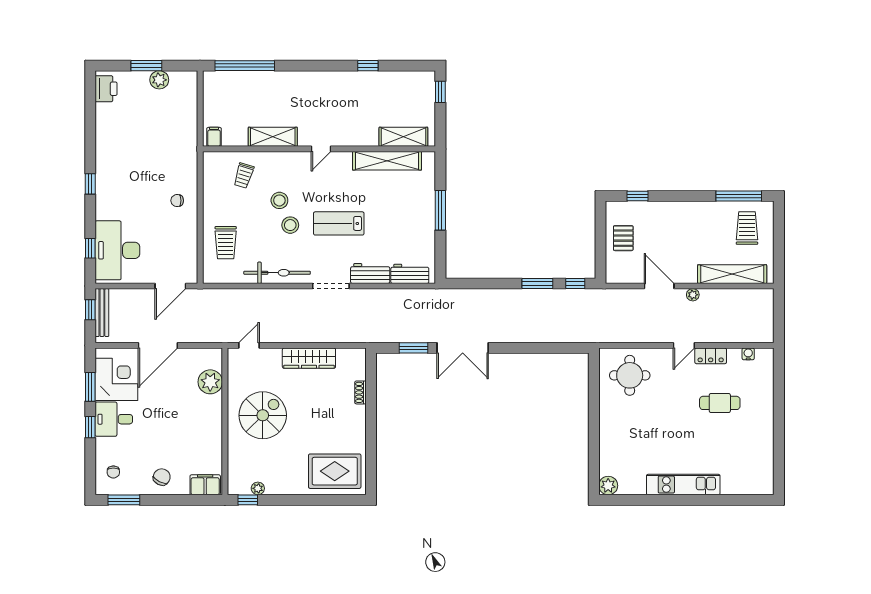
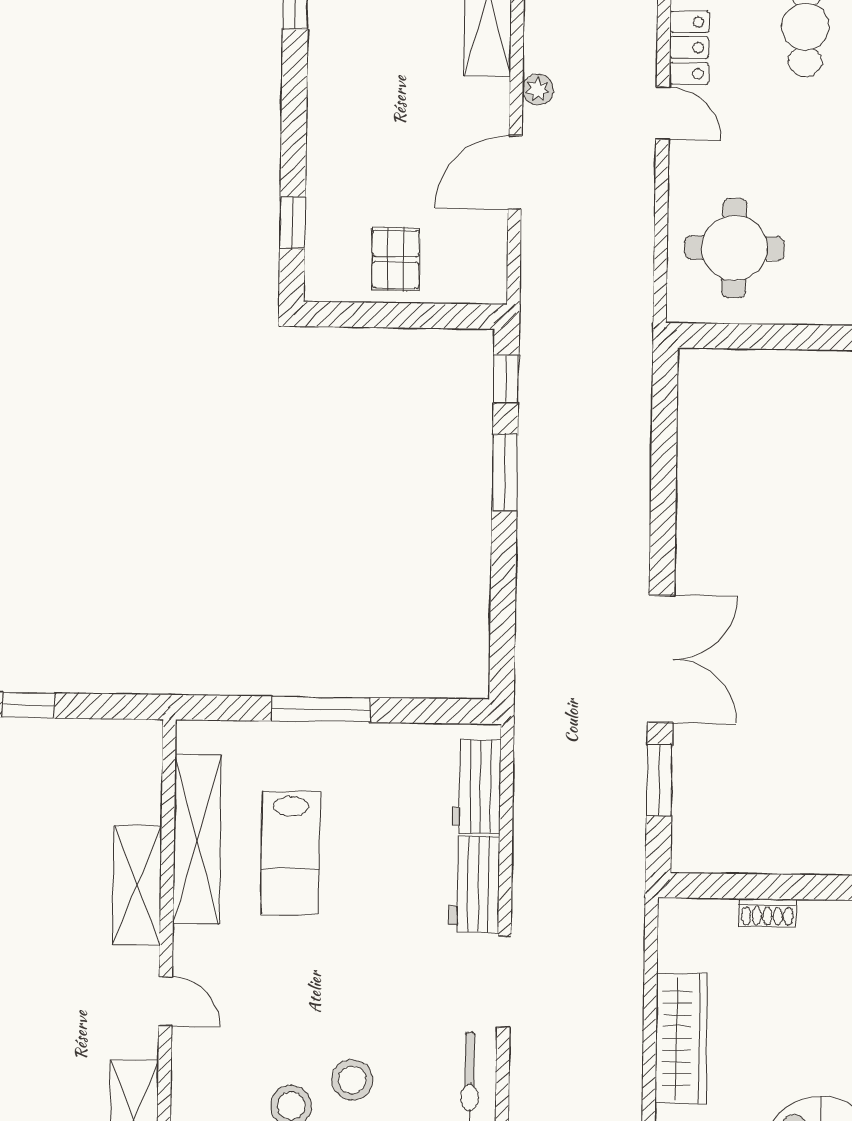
shelving: (403, 137) -> (137, 885), moved
lab bench: (339, 223) -> (290, 853), moved
pallet: (623, 238) -> (396, 259), turned 90

